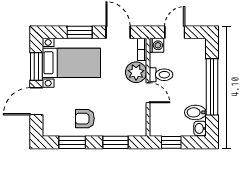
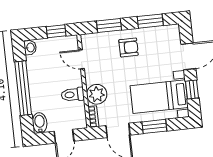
washing machine: (157, 45) -> (80, 122), removed
window: (36, 67) -> (192, 89), width x0.67
door: (148, 93) -> (81, 59), moved
bidet: (195, 112) -> (40, 123), moved, turned -90
armchair: (85, 119) -> (129, 47), moved

